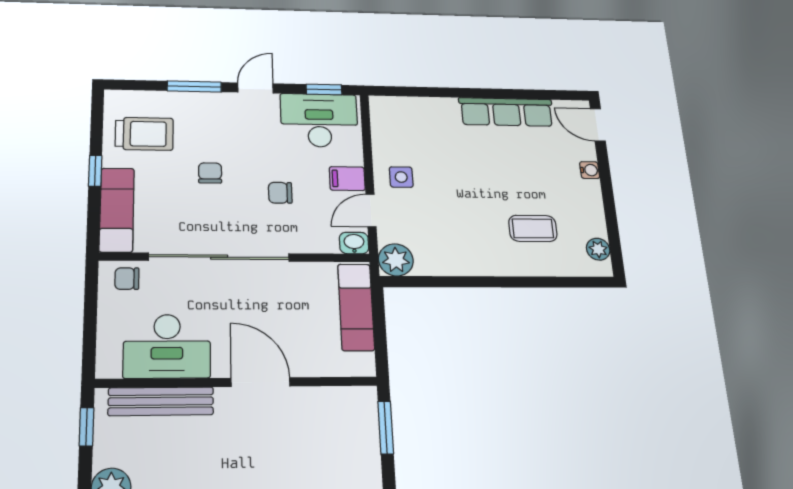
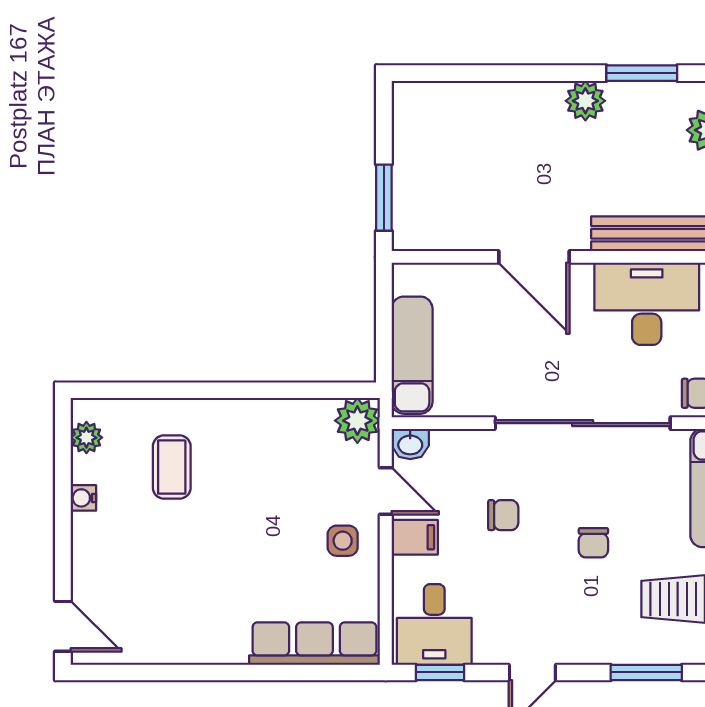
window: (194, 86) -> (646, 672), moved
row of seats: (506, 112) -> (314, 644), moved
desk: (319, 120) -> (434, 624), width x0.73
water cooler: (590, 170) -> (83, 498), moved
door: (371, 210) -> (386, 491), hinge flipped
coffee table: (533, 228) -> (172, 467), turned 90

